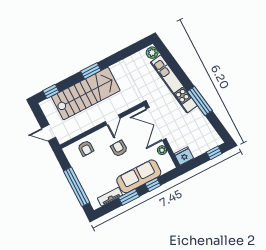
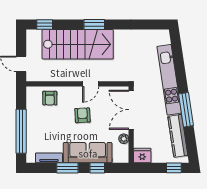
plant: (152, 53) -> (164, 38), removed
kitchen counter: (204, 125) -> (178, 136), added

